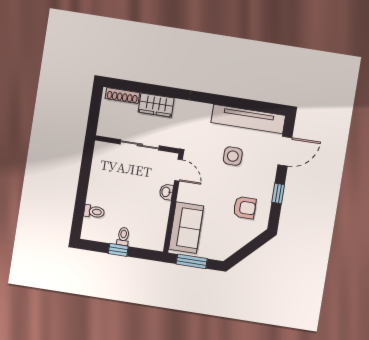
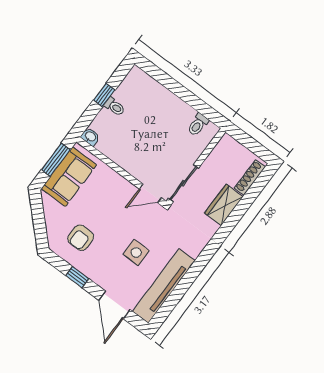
sliding door: (140, 145) -> (183, 183), moved
washbasin: (166, 192) -> (90, 137), moved
toilet: (94, 212) -> (198, 125), moved
sofa: (186, 228) -> (69, 177), moved, turned -90

